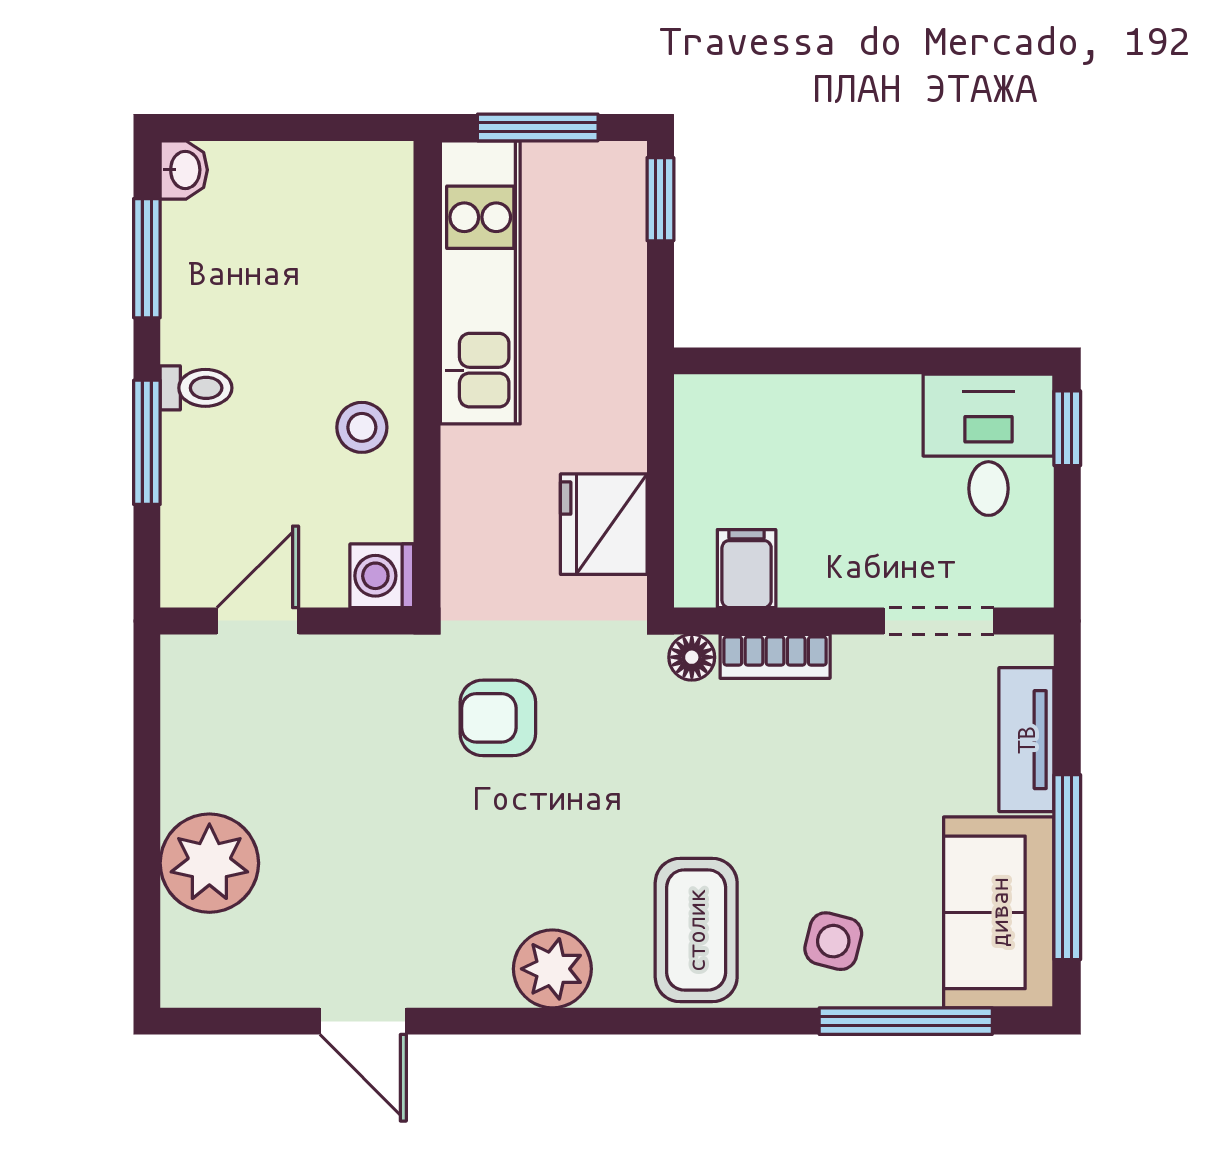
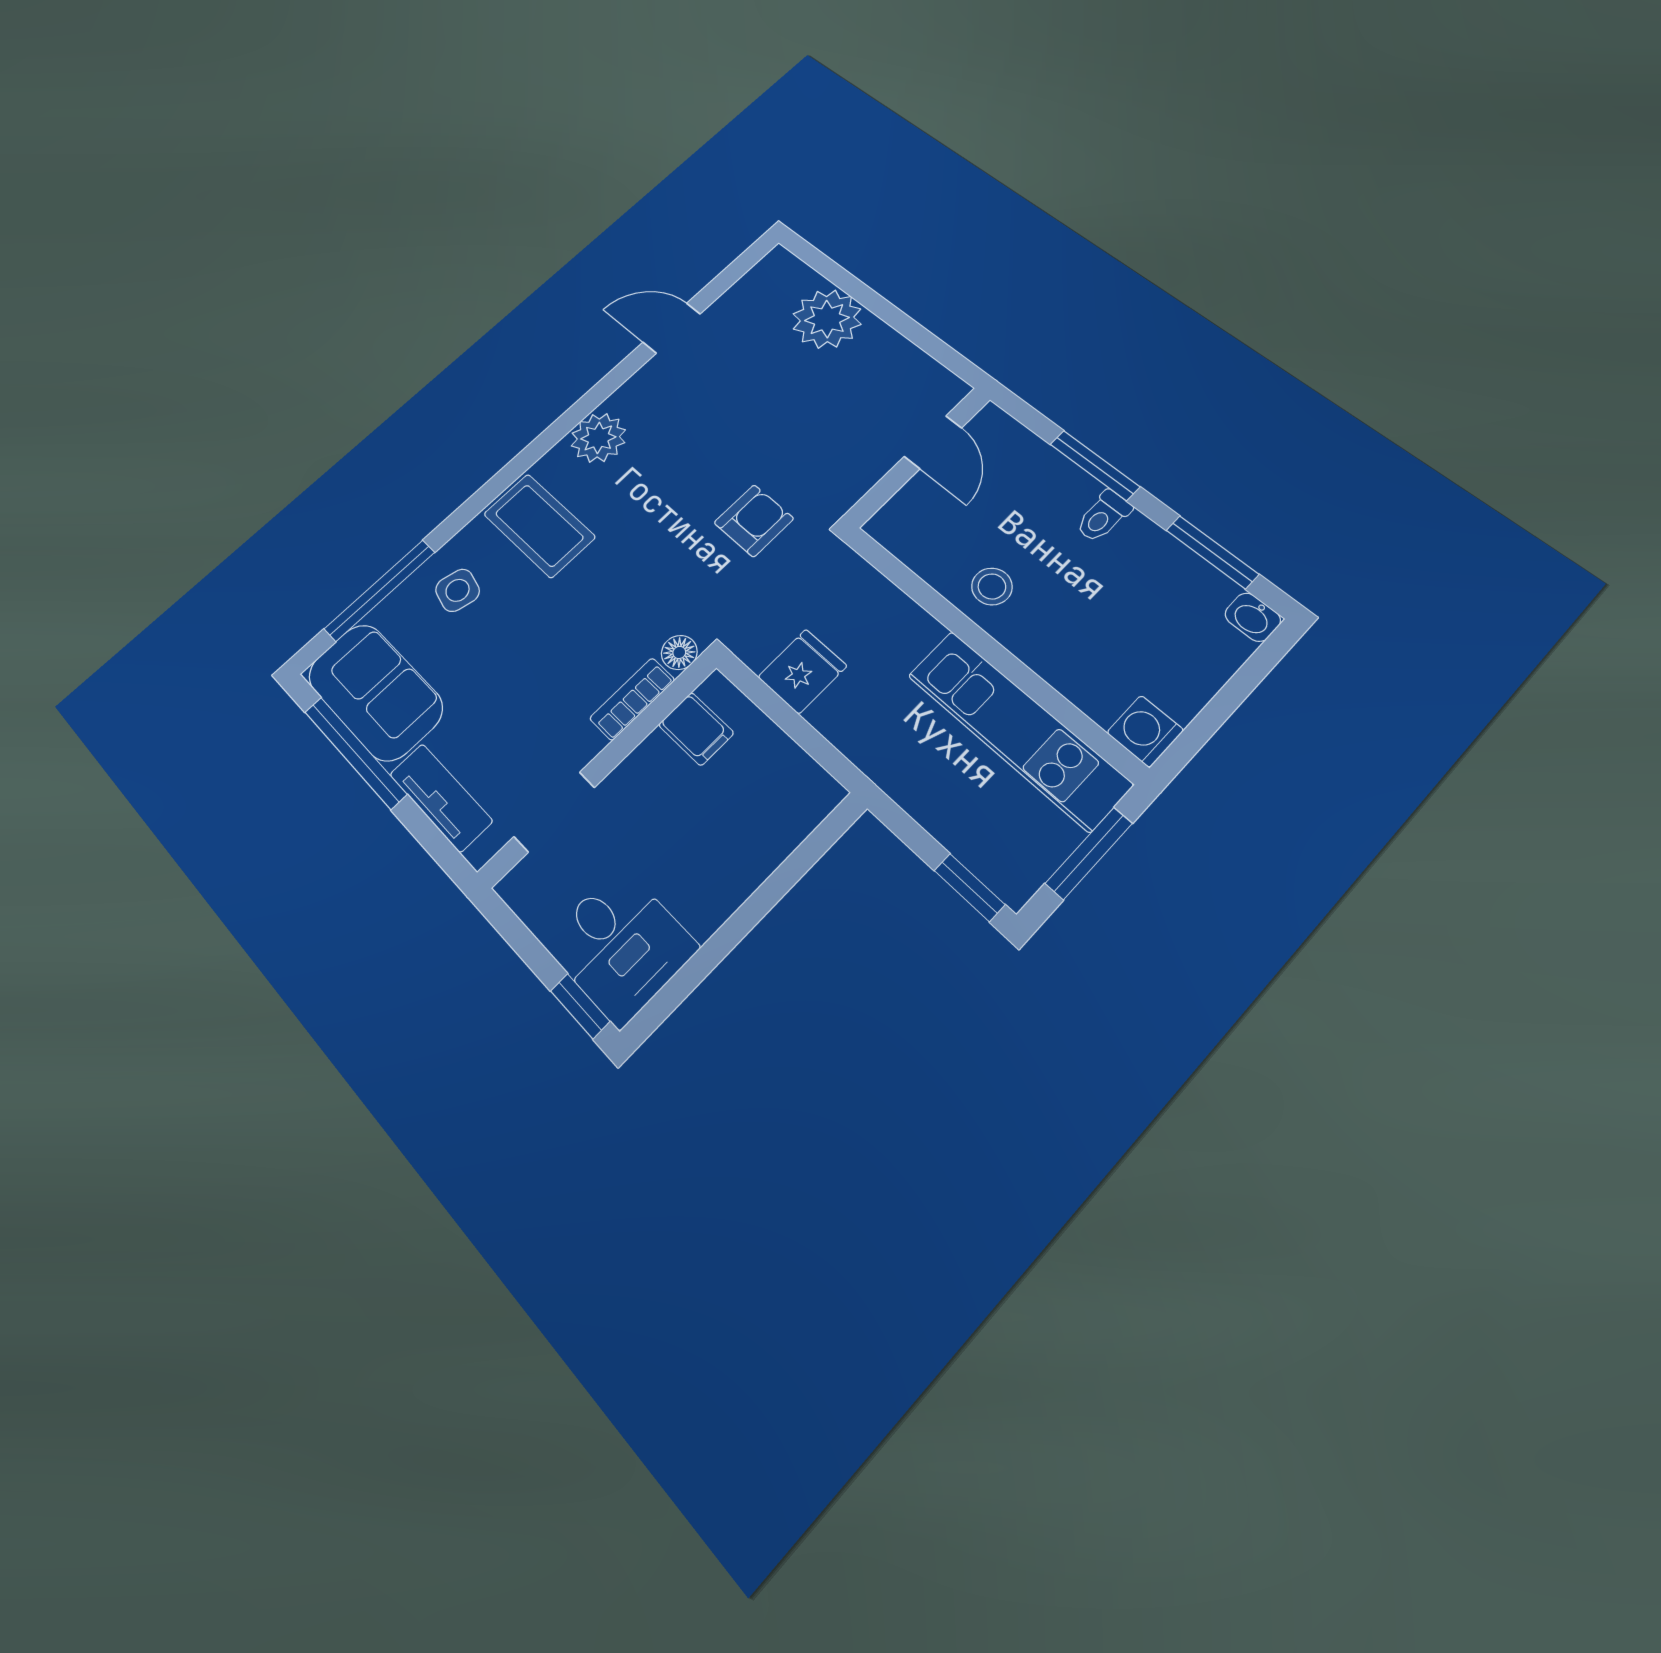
fridge: (604, 524) -> (802, 671), width x0.72
washing machine: (382, 576) -> (1145, 731), moved, turned -90

